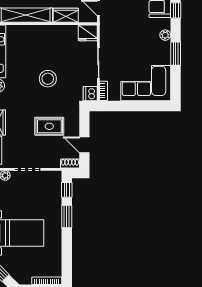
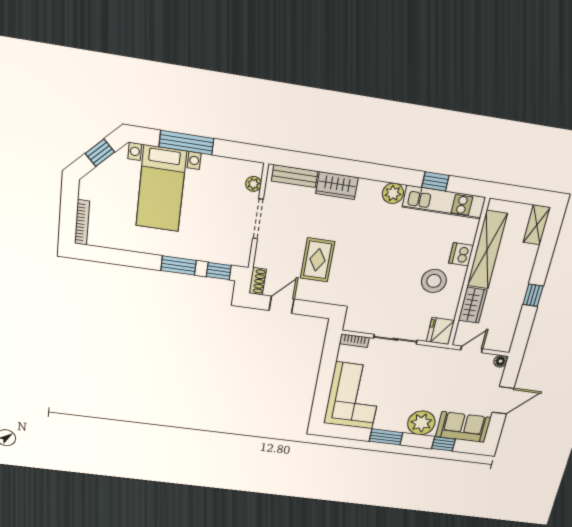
plant: (165, 35) -> (421, 423), width x1.88, depth x1.88
stool: (48, 79) -> (434, 281), moved
dishwasher: (90, 94) -> (461, 254), moved, turned -90

